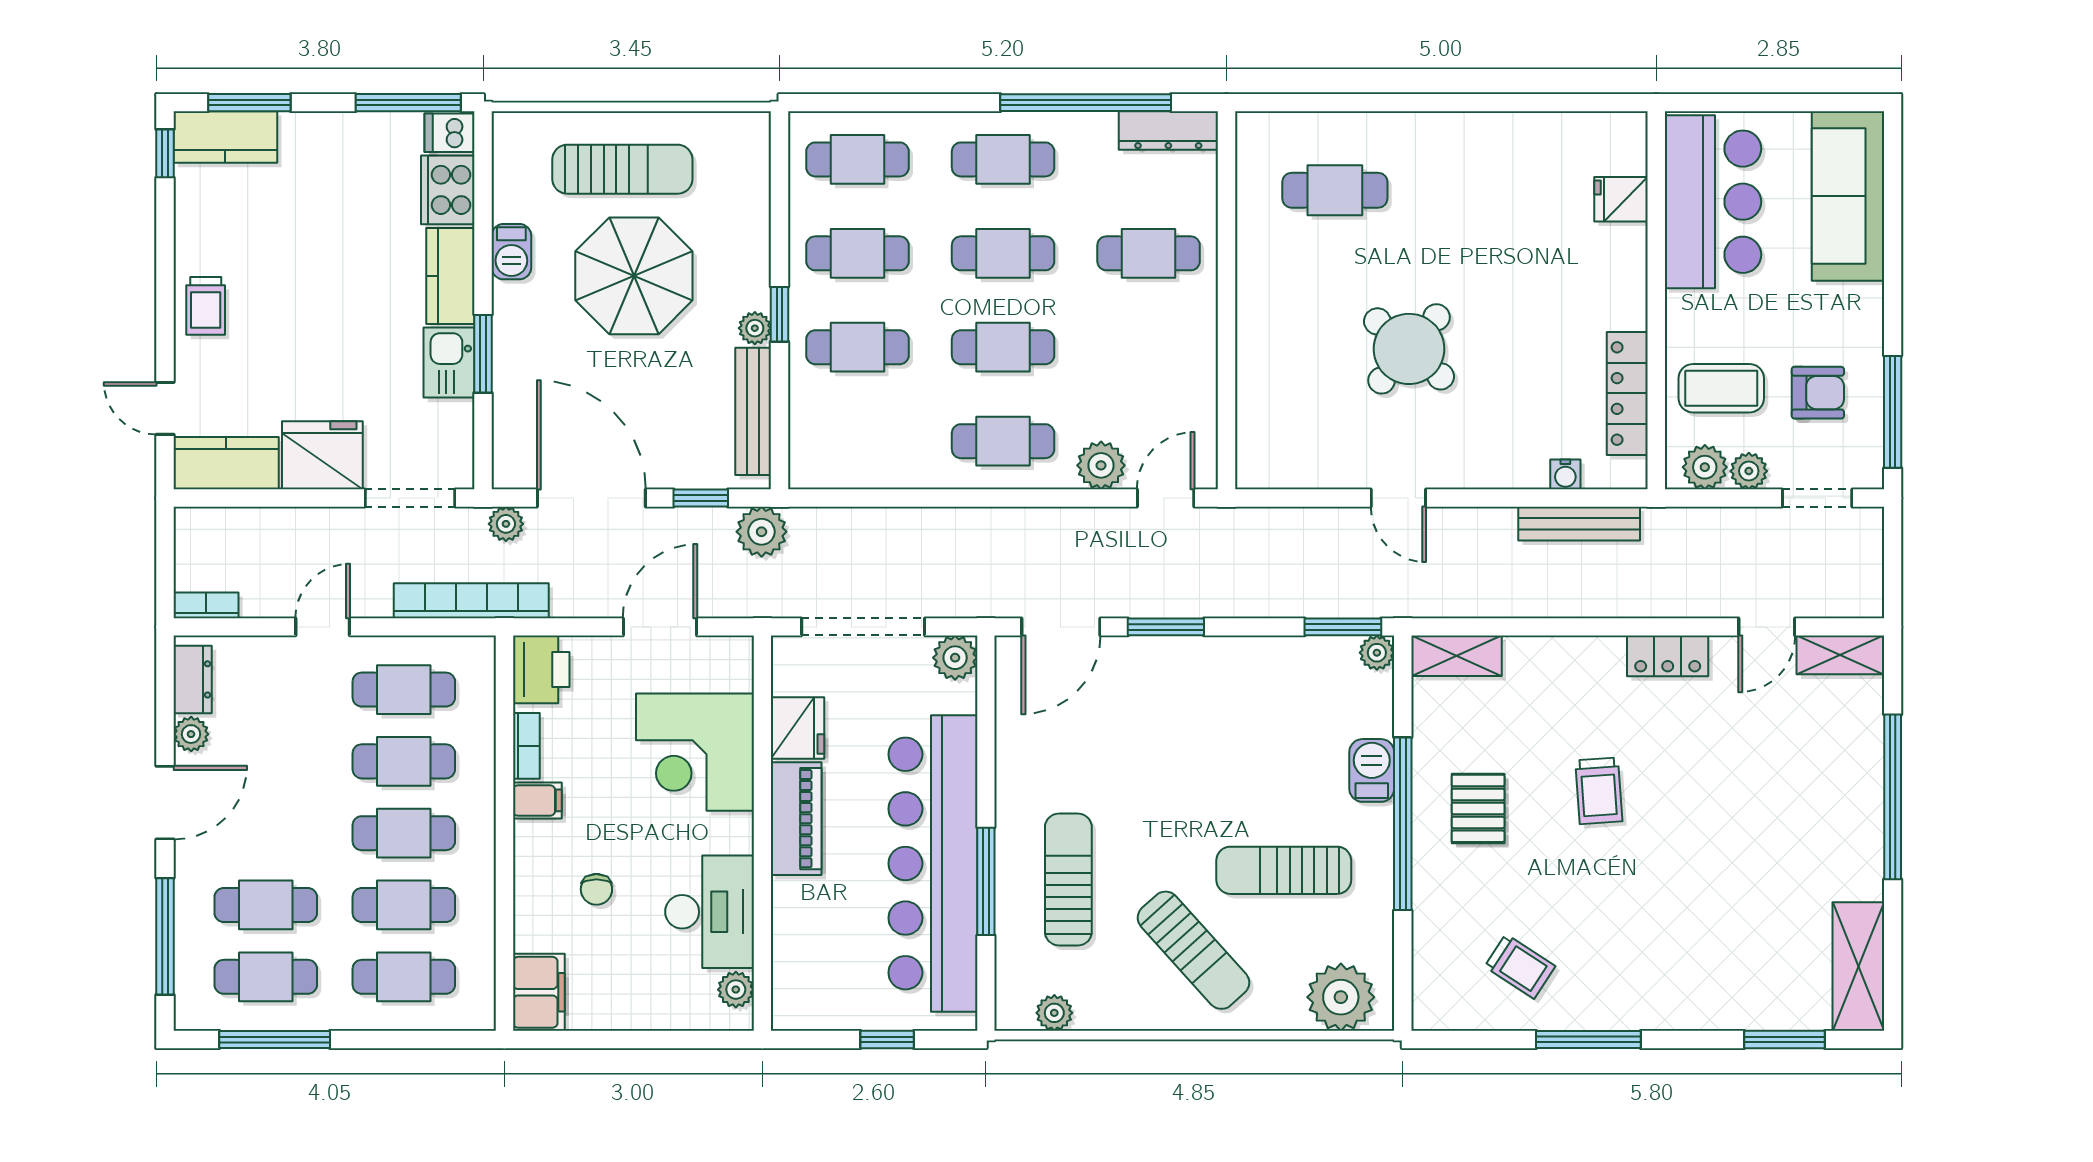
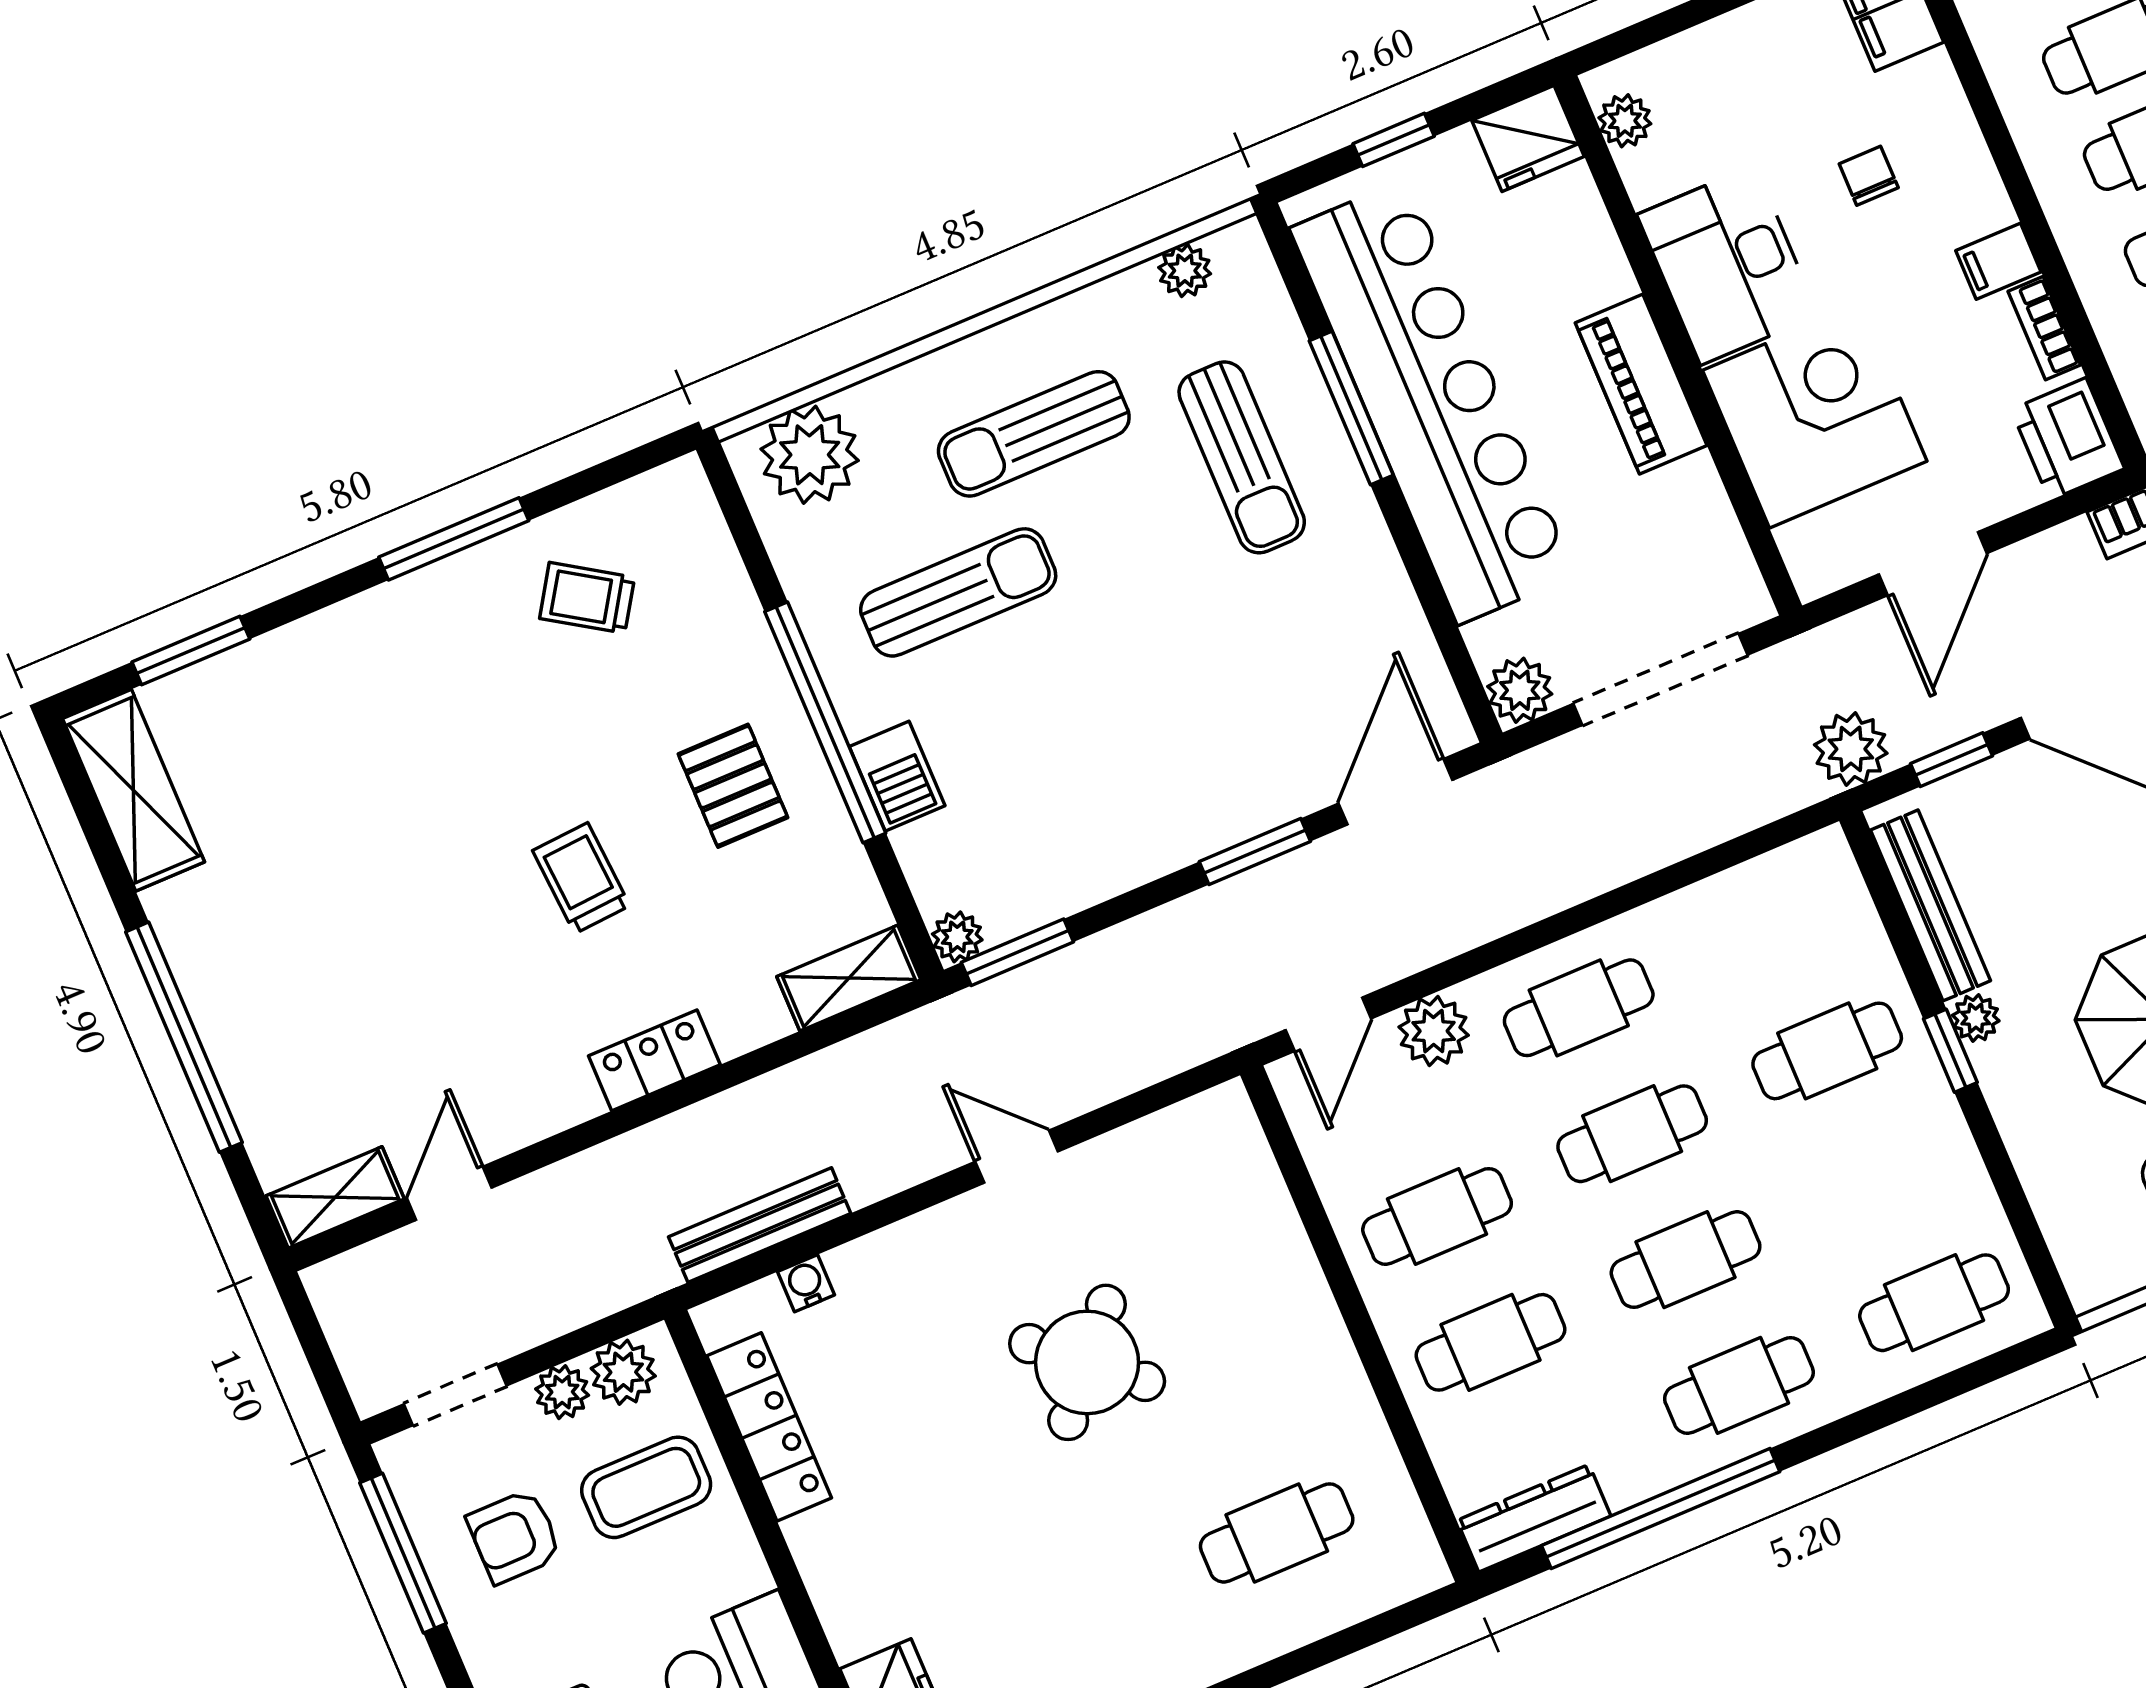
cafe table: (858, 253) -> (1437, 1216), moved
locker: (1668, 656) -> (654, 1060), moved
fridge: (798, 728) -> (1528, 138), moved, turned -90
desk: (710, 912) -> (1728, 265), moved
sun lounger: (1193, 950) -> (1034, 434), turned -48

